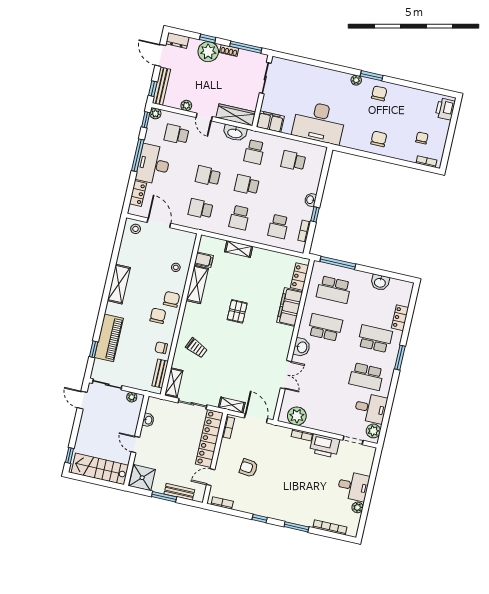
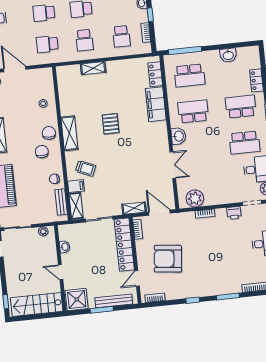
filing cabinet: (204, 260) -> (76, 186), moved
shelving: (197, 284) -> (69, 133), moved
printer: (325, 446) -> (234, 213), width x0.53, depth x0.68
armchair: (249, 468) -> (168, 259), width x1.88, depth x1.88
bench: (179, 492) -> (114, 301), width x1.36

